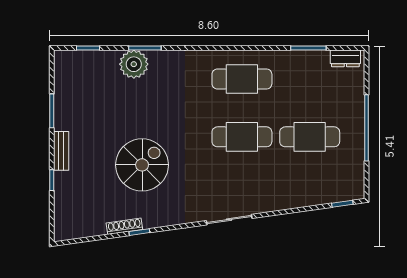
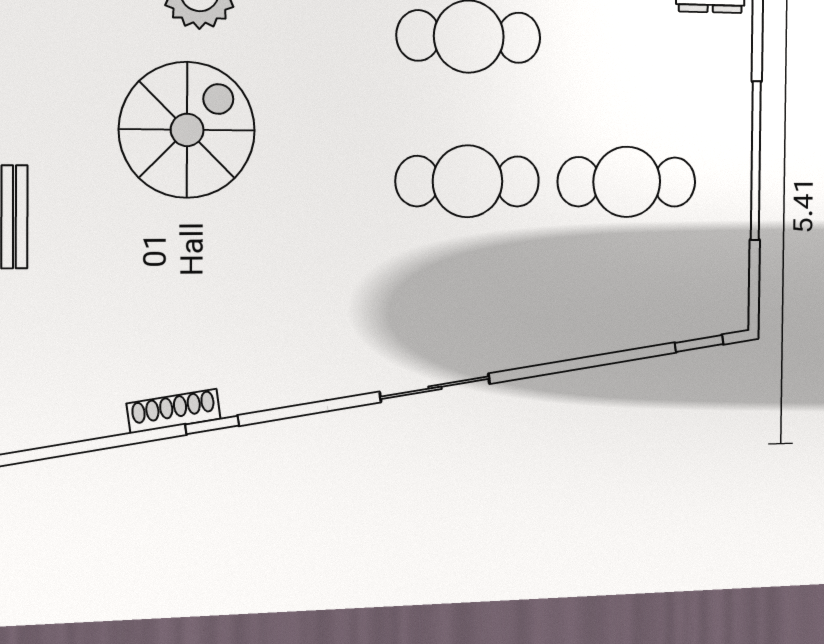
spiral stairs: (142, 165) -> (187, 130), moved

